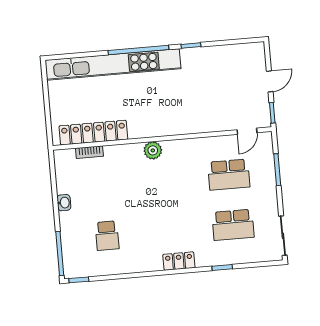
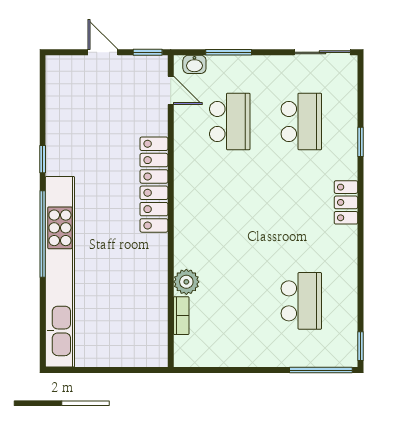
locker: (93, 133) -> (154, 185), moved
plant: (153, 150) -> (186, 282), moved
washbasin: (64, 203) -> (194, 64), moved, turned 180
school desk: (107, 236) -> (301, 301), width x1.85

